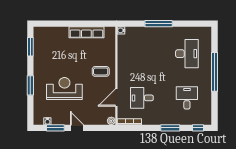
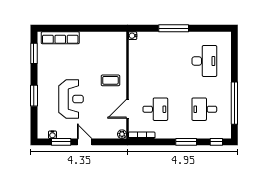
row of seats: (86, 32) -> (60, 38), moved
window: (214, 72) -> (234, 103), moved
reception desk: (64, 89) -> (71, 99), turned 90
desk: (142, 98) -> (155, 109), turned 180
desk: (187, 98) -> (204, 109), turned -90

